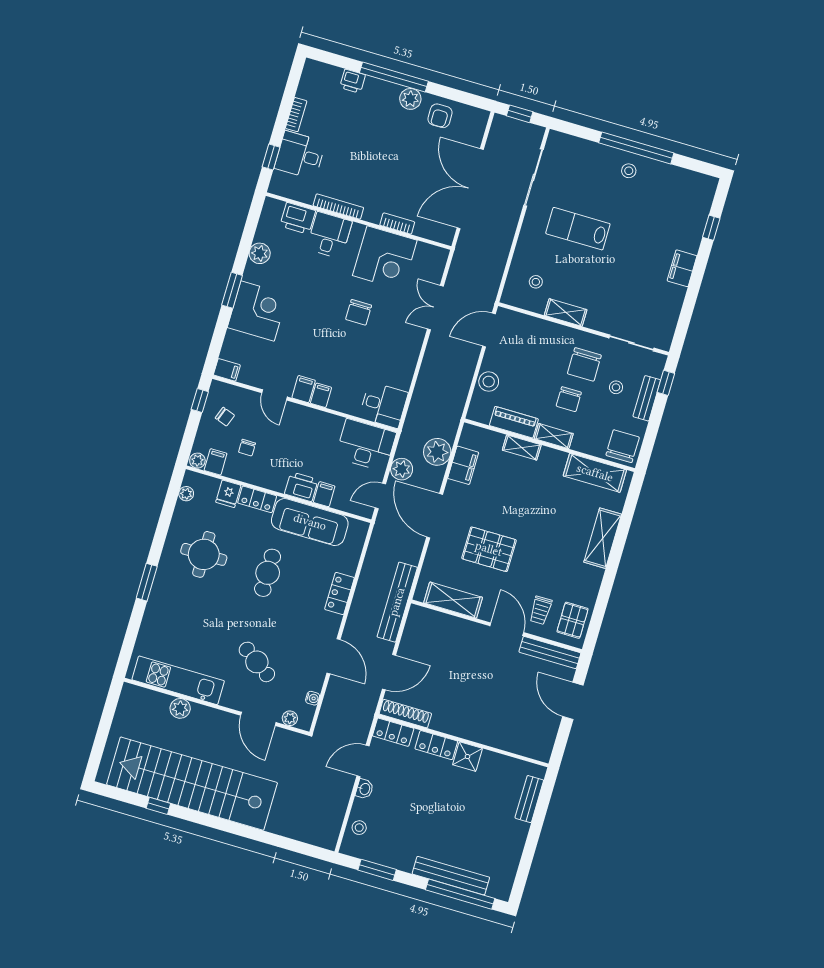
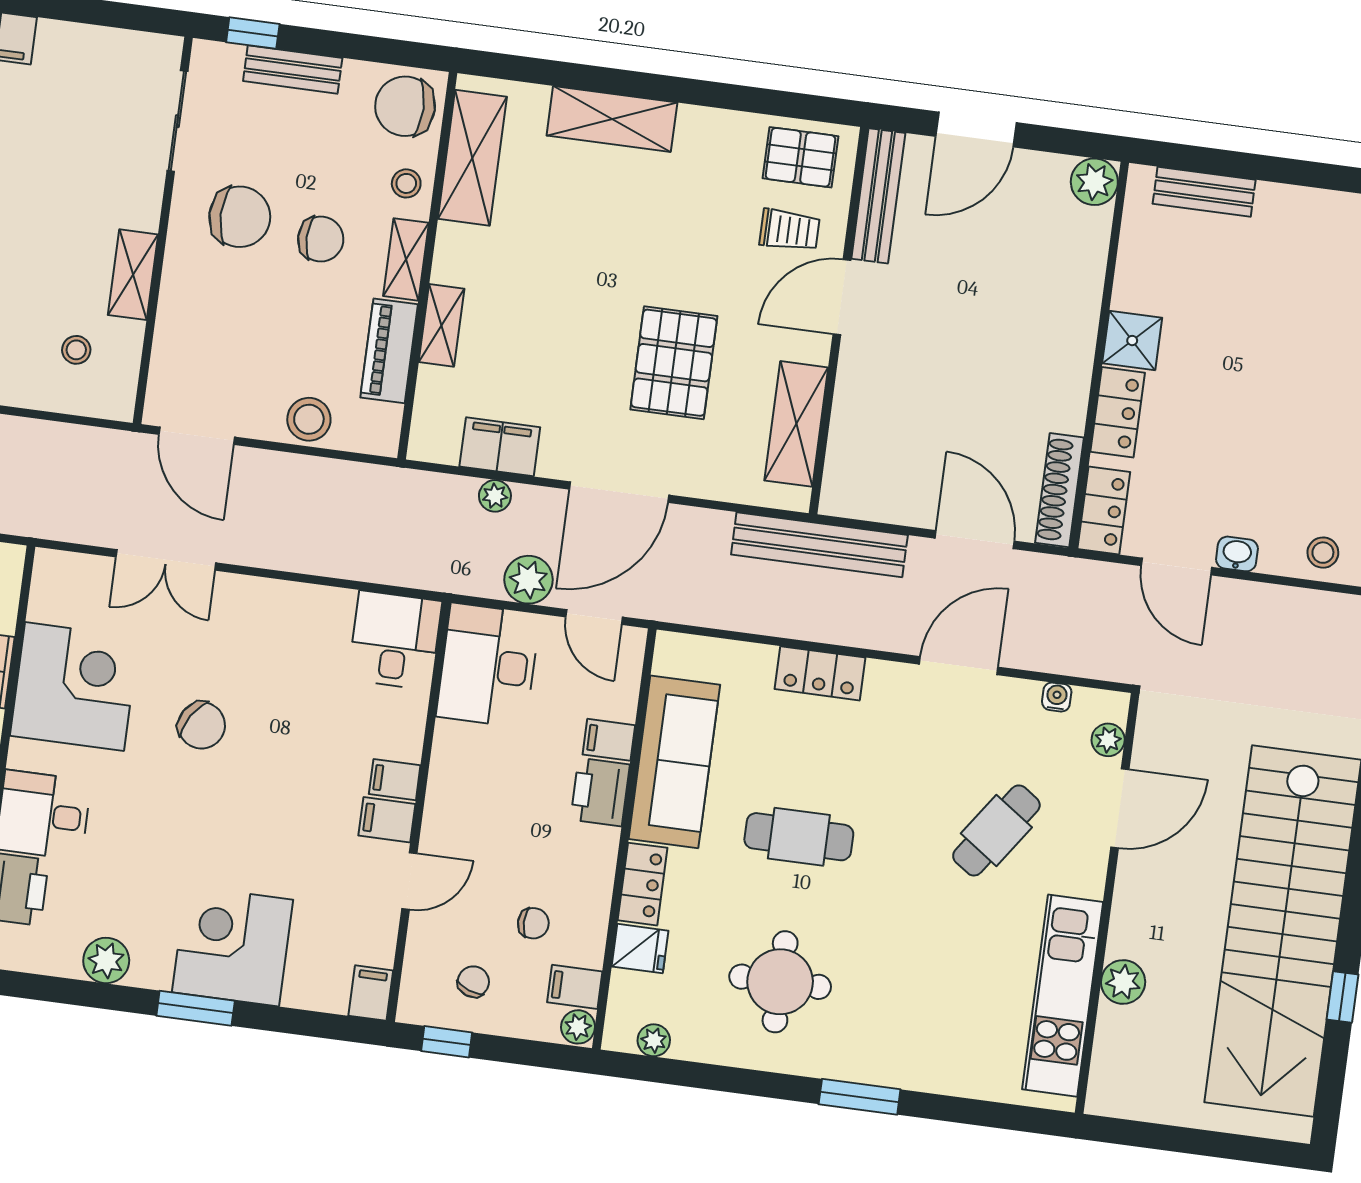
chair: (359, 312) -> (202, 725), turned 32
stool: (616, 387) -> (406, 183), moved
plant: (437, 452) -> (495, 496), width x0.53, depth x0.53
plant: (541, 750) -> (1094, 182), added

